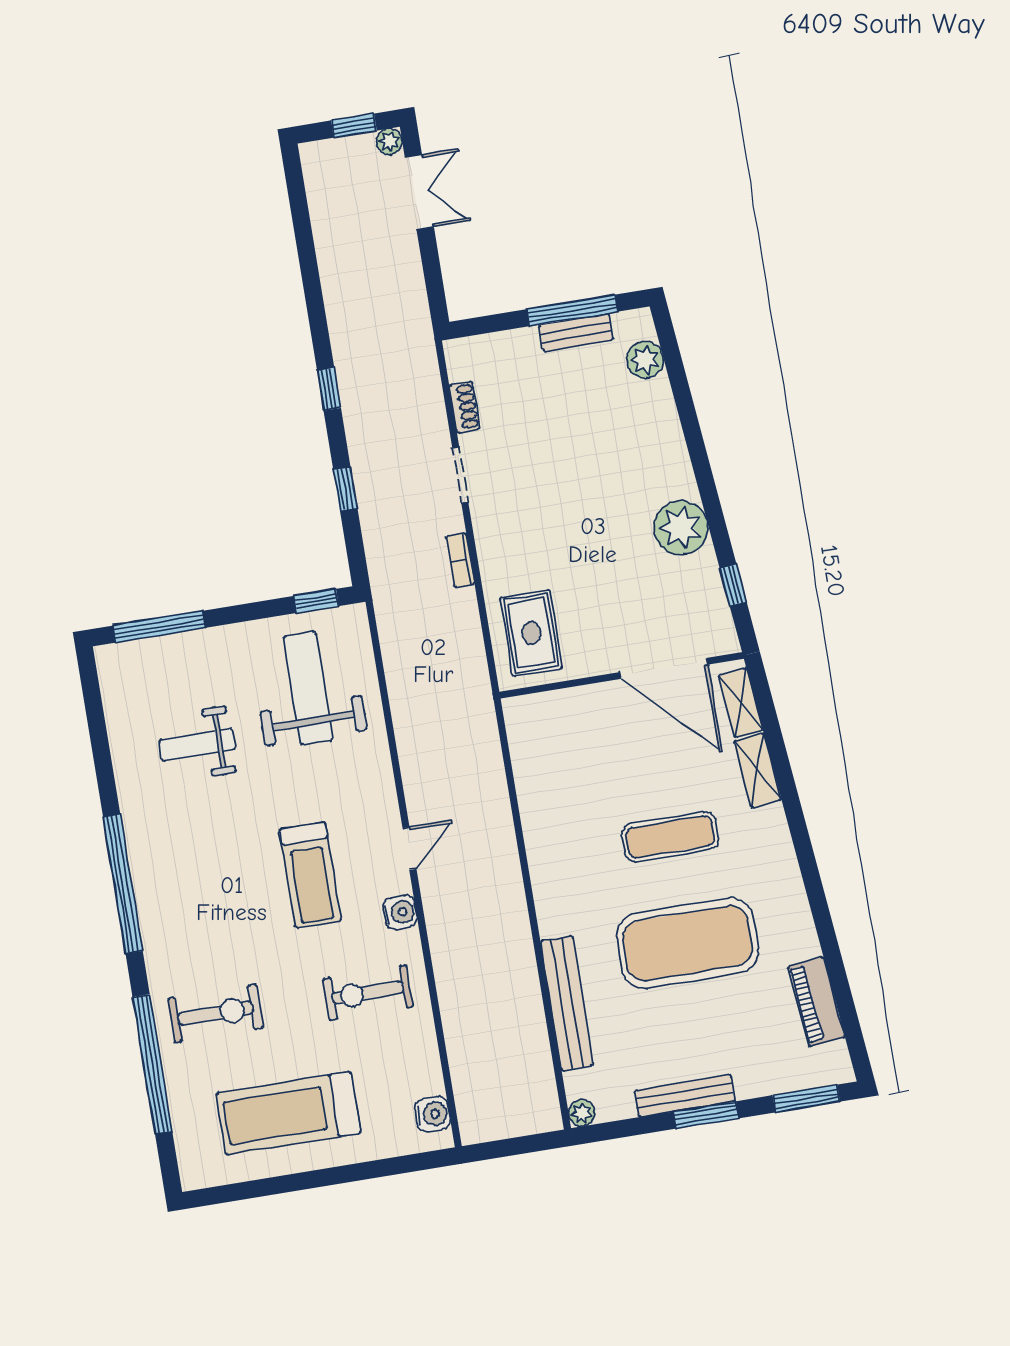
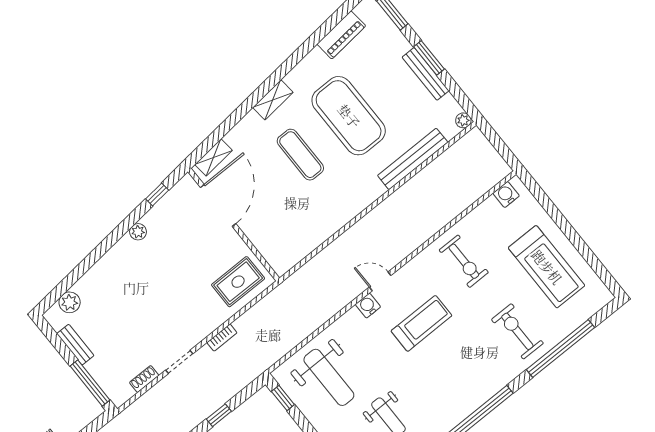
window: (572, 310) -> (90, 383), moved
plant: (681, 528) -> (138, 232), width x0.53, depth x0.53
weight bench: (308, 688) -> (329, 377), turned -90
shelving: (758, 770) -> (273, 100), moved
water cooler: (400, 912) -> (368, 306), moved

